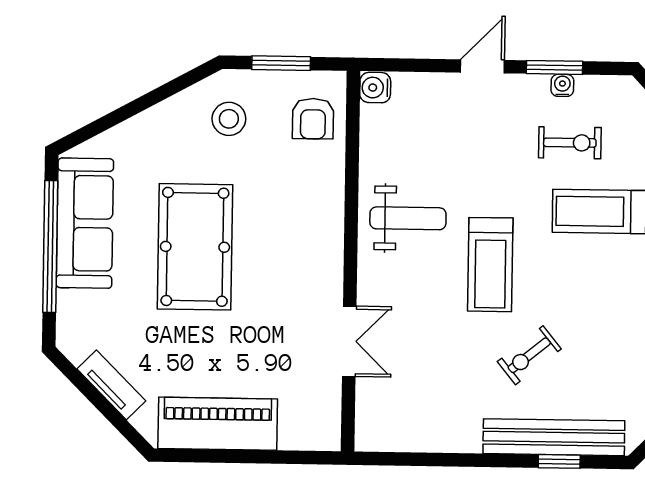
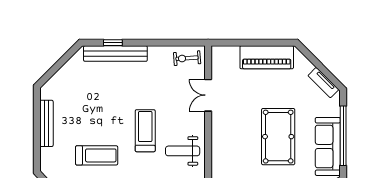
exercise bike: (529, 355) -> (187, 58), moved, turned -145
tv unit: (111, 385) -> (323, 83), moved

